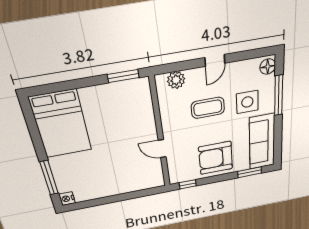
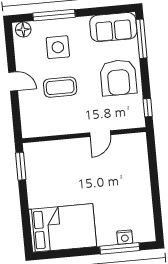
plant: (176, 80) -> (29, 118), removed
coffee table: (208, 108) -> (60, 87), turned 90
sofa: (262, 142) -> (113, 27), width x0.73
window: (250, 172) -> (141, 39), width x1.44
nightstand: (67, 199) -> (125, 237), moved

